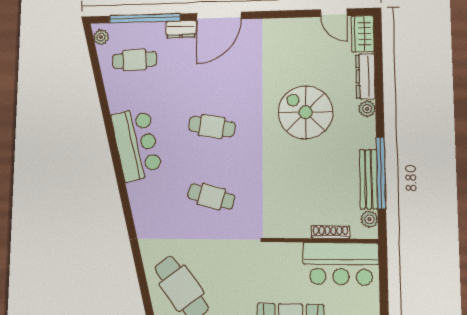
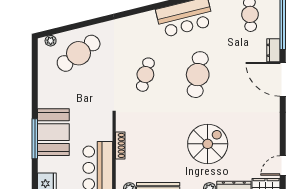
cafe table: (212, 127) -> (198, 75), width x1.37, depth x1.35
shoe rack: (331, 232) -> (120, 145), moved

